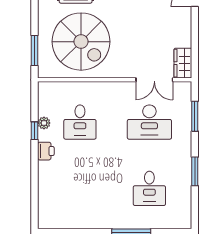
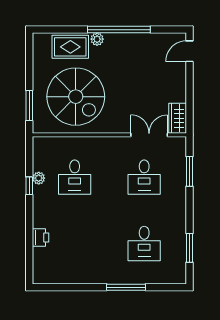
double door: (154, 80) -> (149, 135), swing flipped
desk: (149, 122) -> (144, 177), width x0.73
printer: (46, 151) -> (41, 237), moved
window: (195, 171) -> (190, 248), moved

